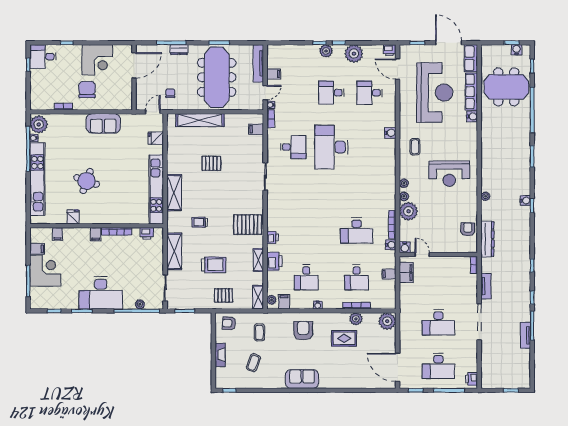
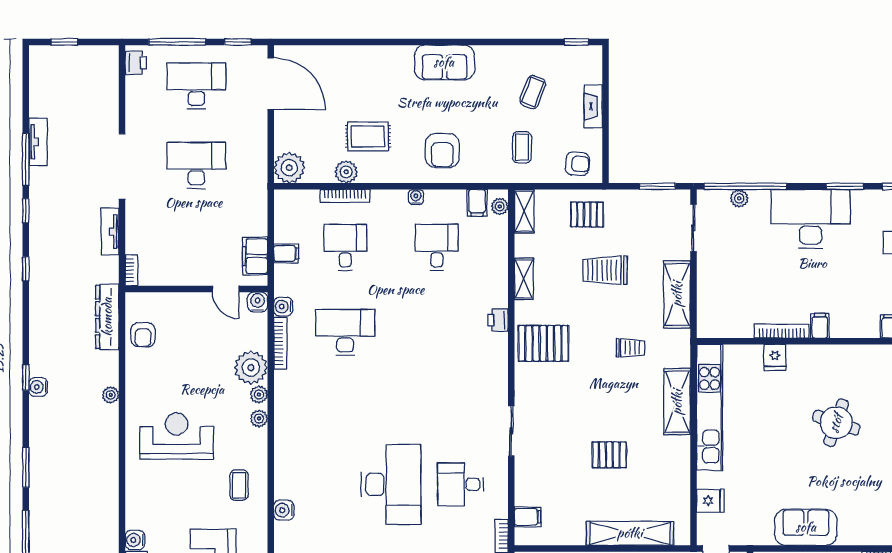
fridge: (73, 217) -> (775, 357), moved
printer: (147, 233) -> (727, 327), removed
printer: (274, 261) -> (495, 277), removed

